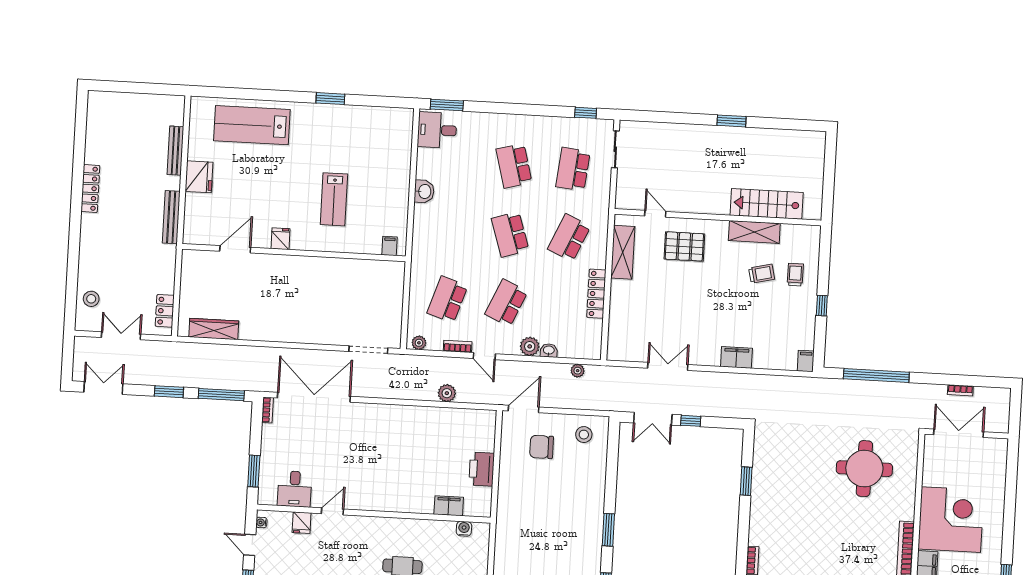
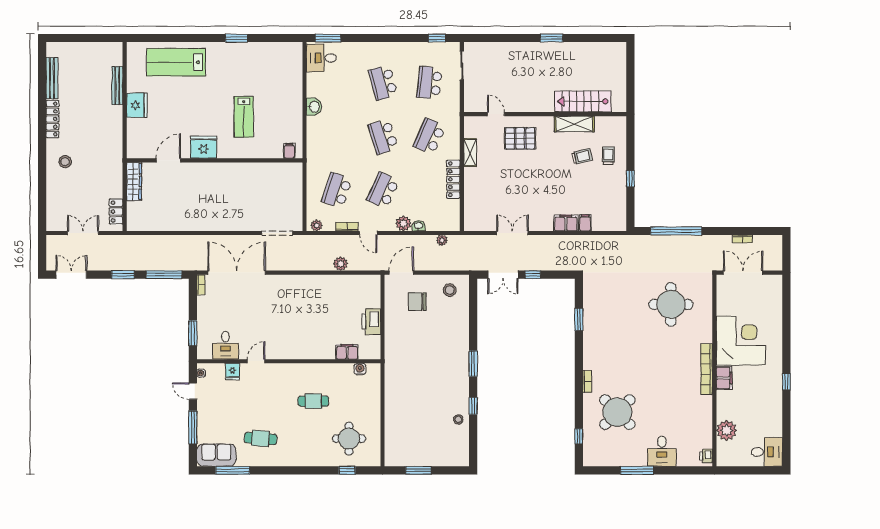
bench: (171, 217) -> (52, 78), moved
fridge: (281, 239) -> (204, 147), width x1.88, depth x1.34
shelving: (623, 252) -> (470, 153), width x0.67, depth x0.75
stool: (91, 299) -> (65, 162), moved
wardrobe: (214, 329) -> (134, 181), moved, turned 90
filing cabinet: (806, 361) -> (585, 223), moved

